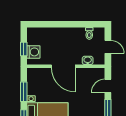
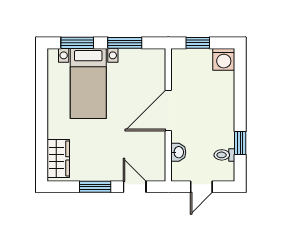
window: (82, 24) -> (240, 143), added
washing machine: (33, 52) -> (224, 59), moved

